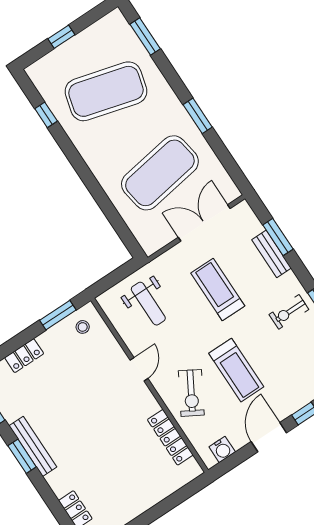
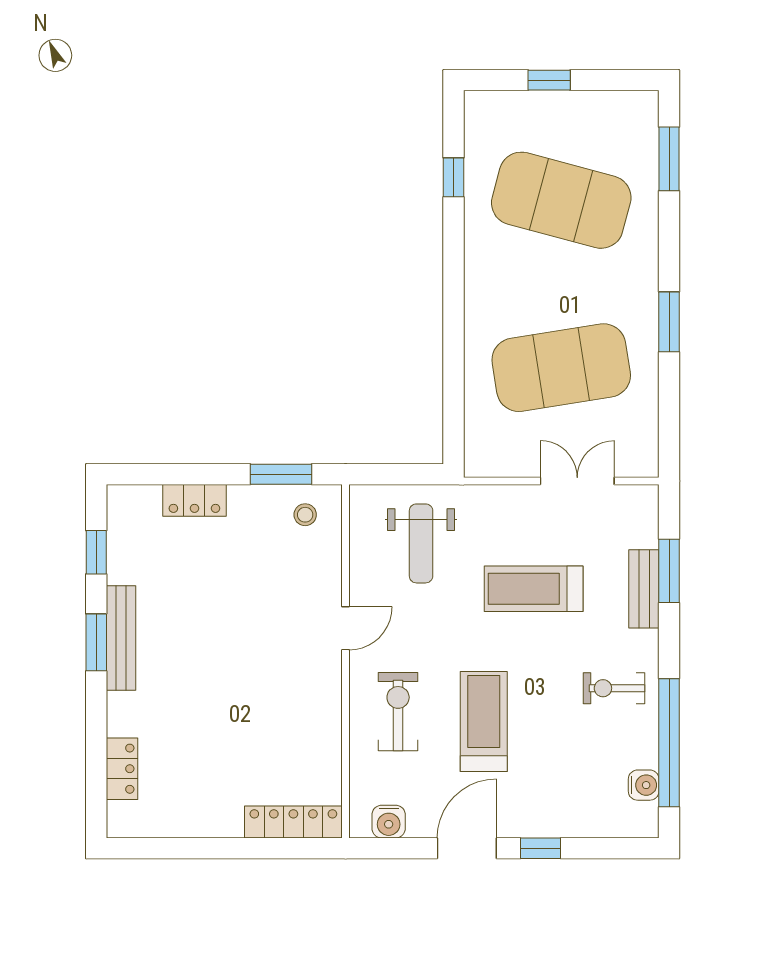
double door: (204, 223) -> (577, 481), width x0.73
treadmill: (218, 289) -> (534, 589), turned -90
treadmill: (236, 370) -> (484, 722), turned 180
exercise bike: (191, 393) -> (398, 712), turned 150
locker: (170, 437) -> (293, 822), moved, turned 90

